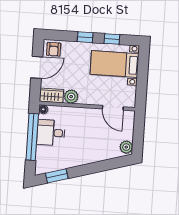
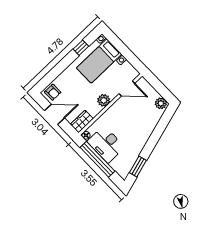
window: (85, 37) -> (64, 64), removed
door: (37, 67) -> (54, 114), hinge flipped
plant: (71, 97) -> (104, 100), moved
desk: (51, 133) -> (106, 144), width x1.37

